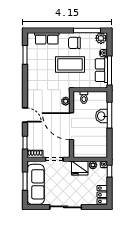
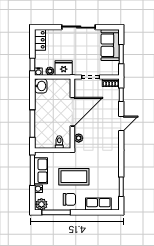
door: (25, 115) -> (121, 124), swing flipped
washbasin: (102, 116) -> (41, 86), moved
door: (71, 126) -> (72, 112), hinge flipped
sofa: (36, 184) -> (110, 45), width x0.73

